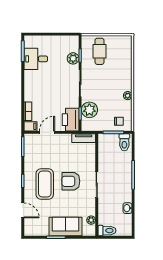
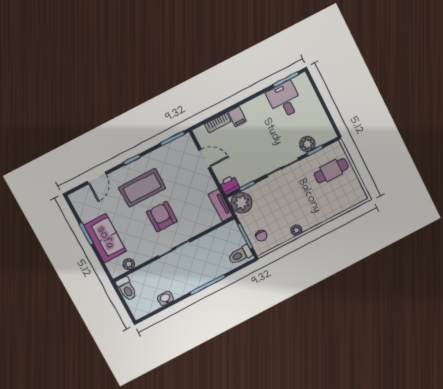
plant: (89, 110) -> (241, 203), moved
printer: (71, 120) -> (230, 185), width x0.53, depth x0.68
filing cabinet: (30, 126) -> (237, 117), moved

